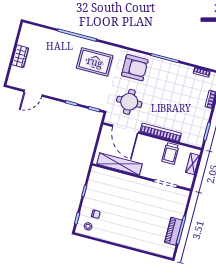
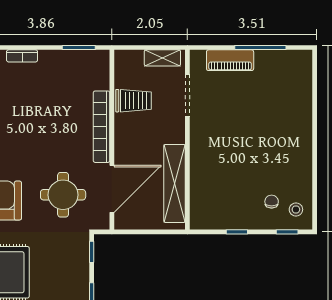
shelving: (192, 164) -> (162, 58), moved
piano: (173, 231) -> (230, 60), moved

